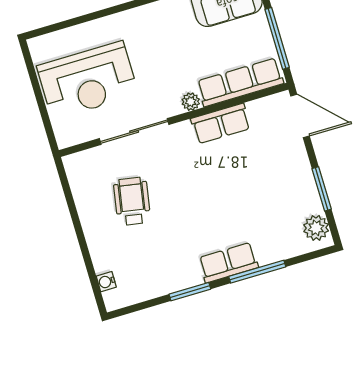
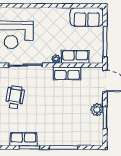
row of seats: (240, 82) -> (75, 57), width x0.68
plant: (316, 228) -> (97, 110), moved
row of seats: (228, 263) -> (23, 139), moved

